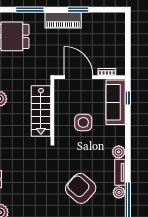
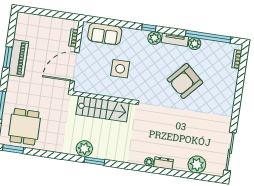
piano: (63, 20) -> (18, 58), moved
window: (128, 98) -> (149, 28), moved
sofa: (116, 102) -> (105, 34), width x0.73

